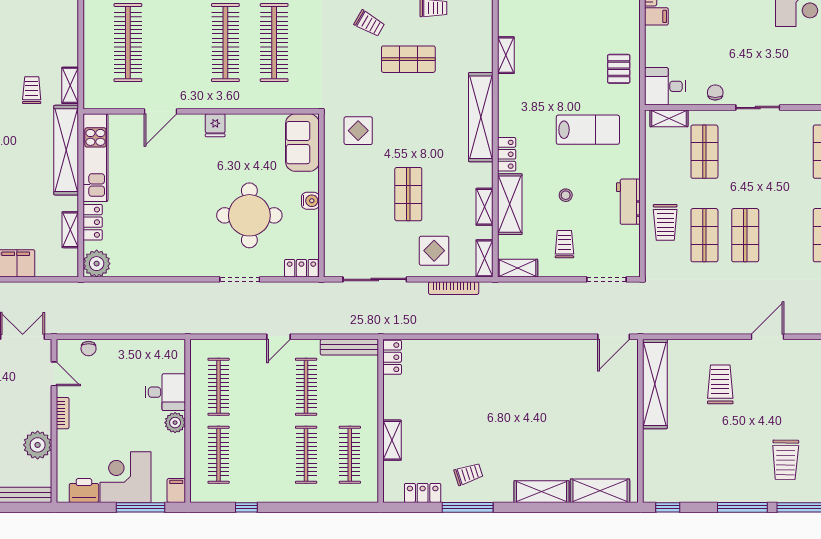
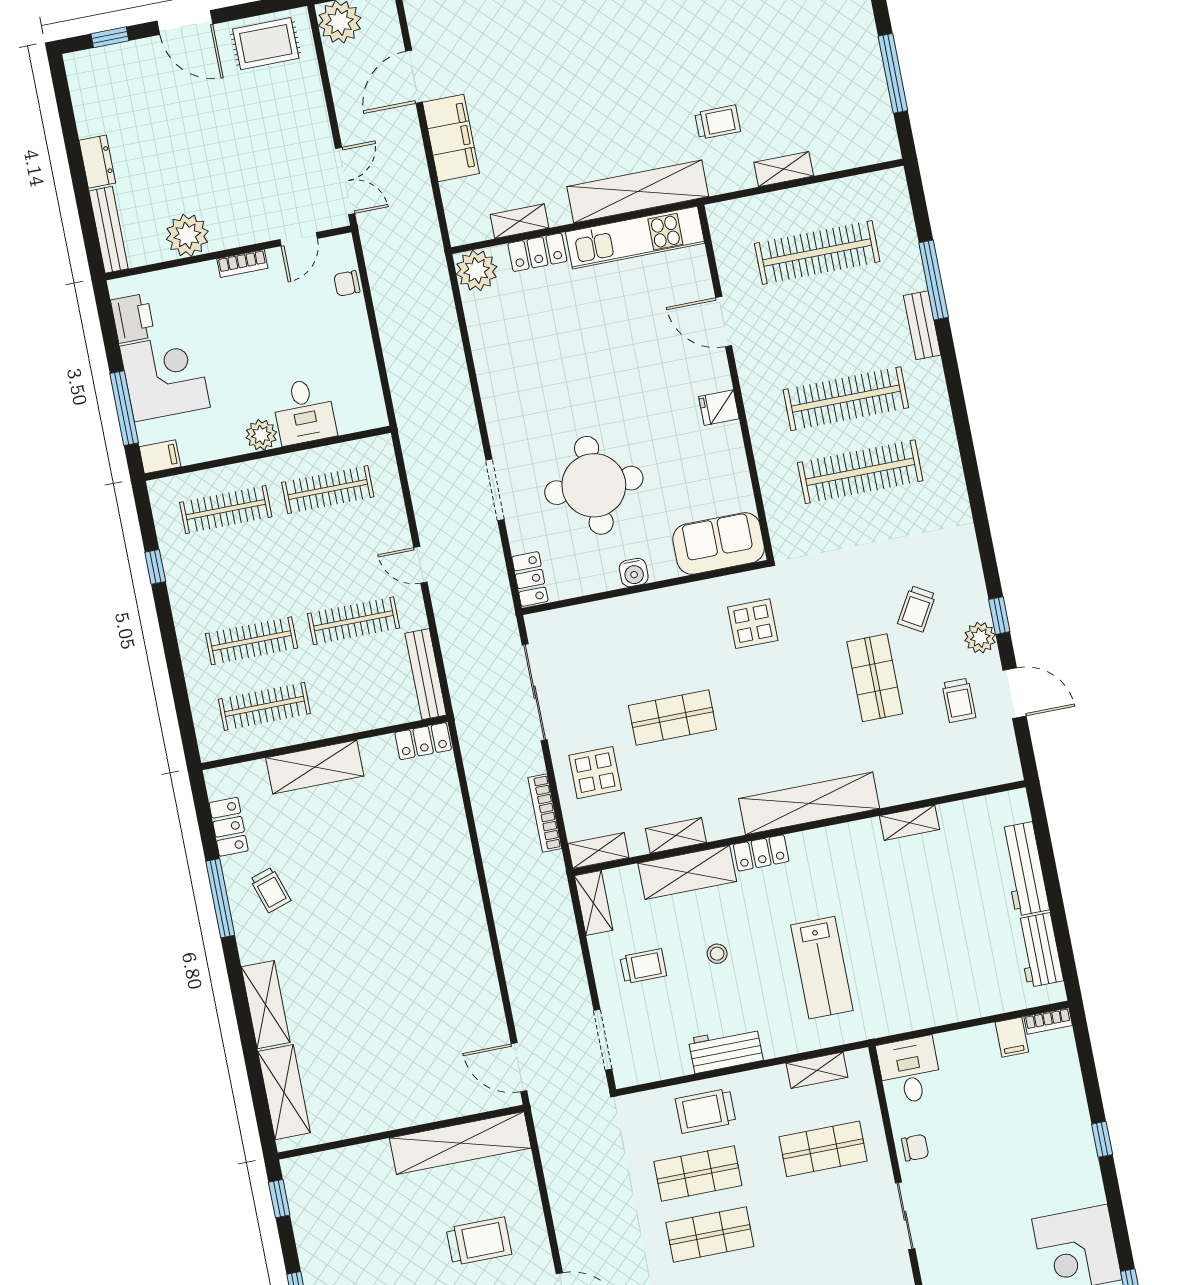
pallet: (619, 69) -> (922, 996), removed
shelving: (70, 85) -> (784, 169), moved
shelving: (669, 118) -> (817, 1070), moved, turned 90
shelving: (392, 440) -> (315, 767), width x1.50, depth x1.33

